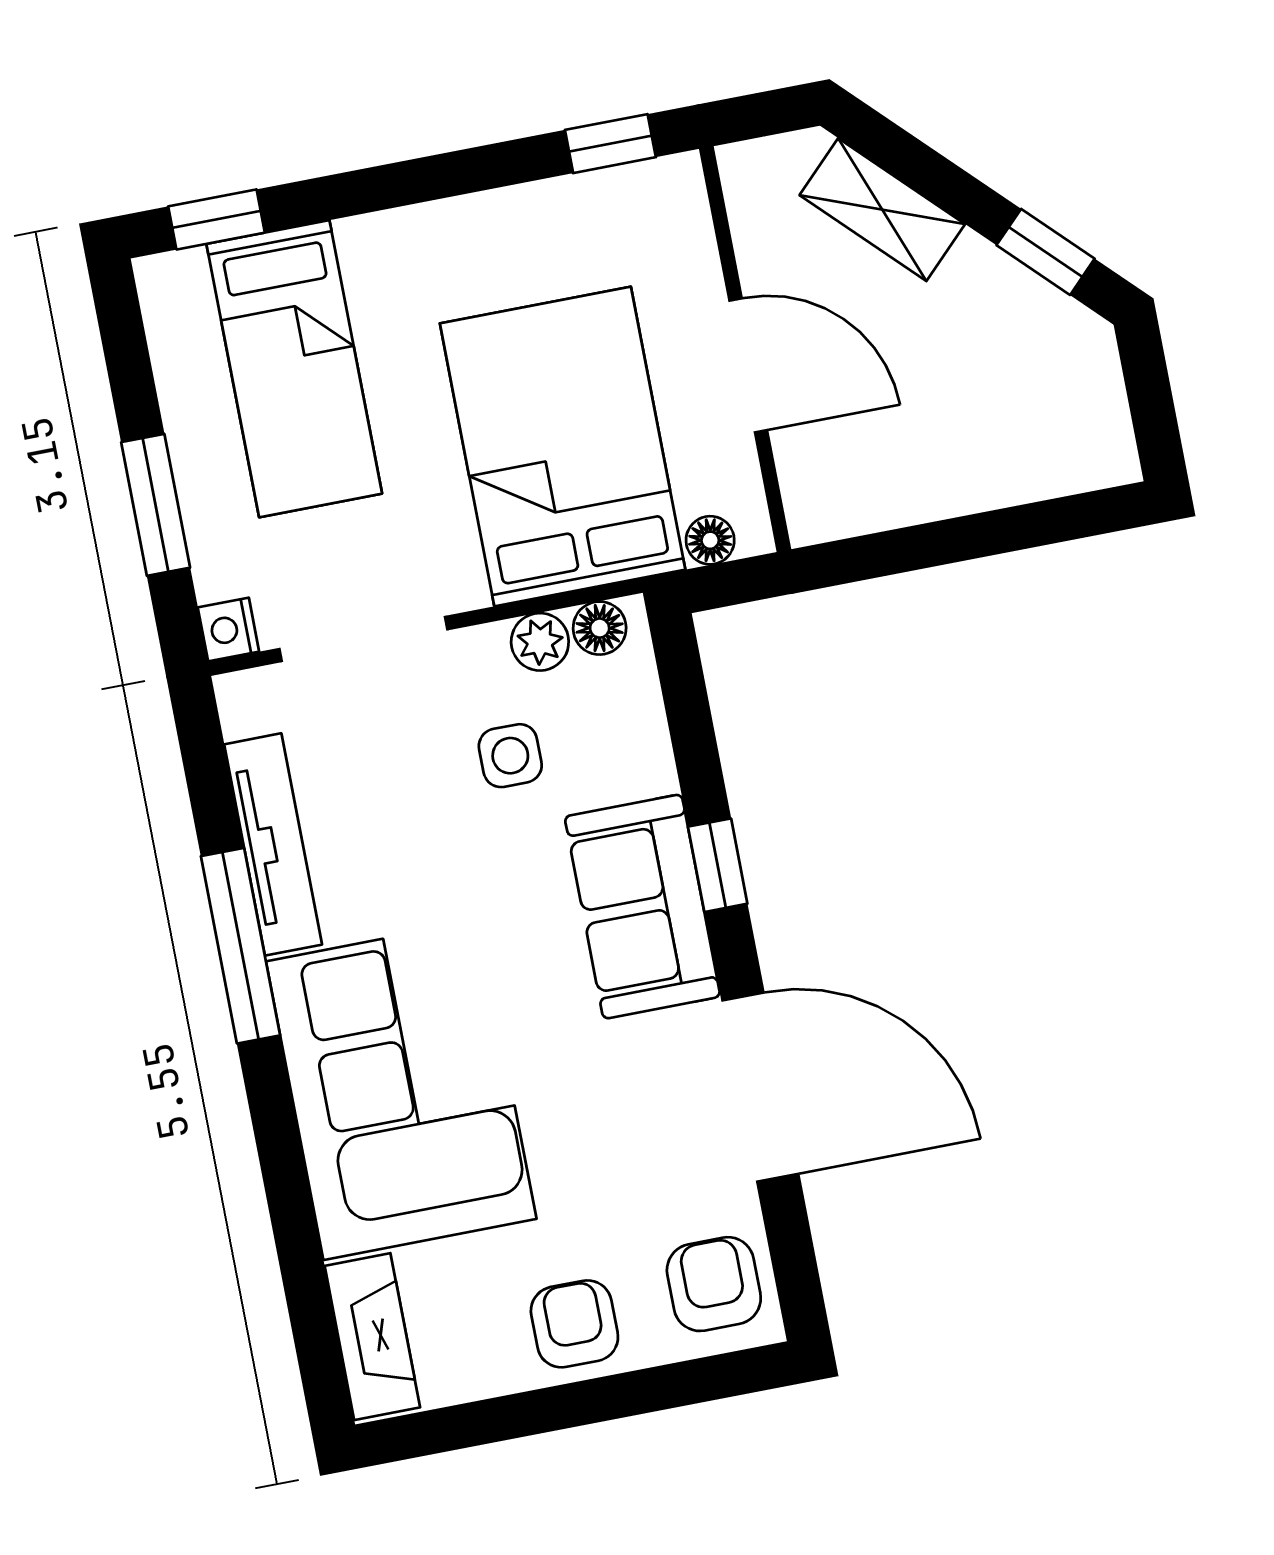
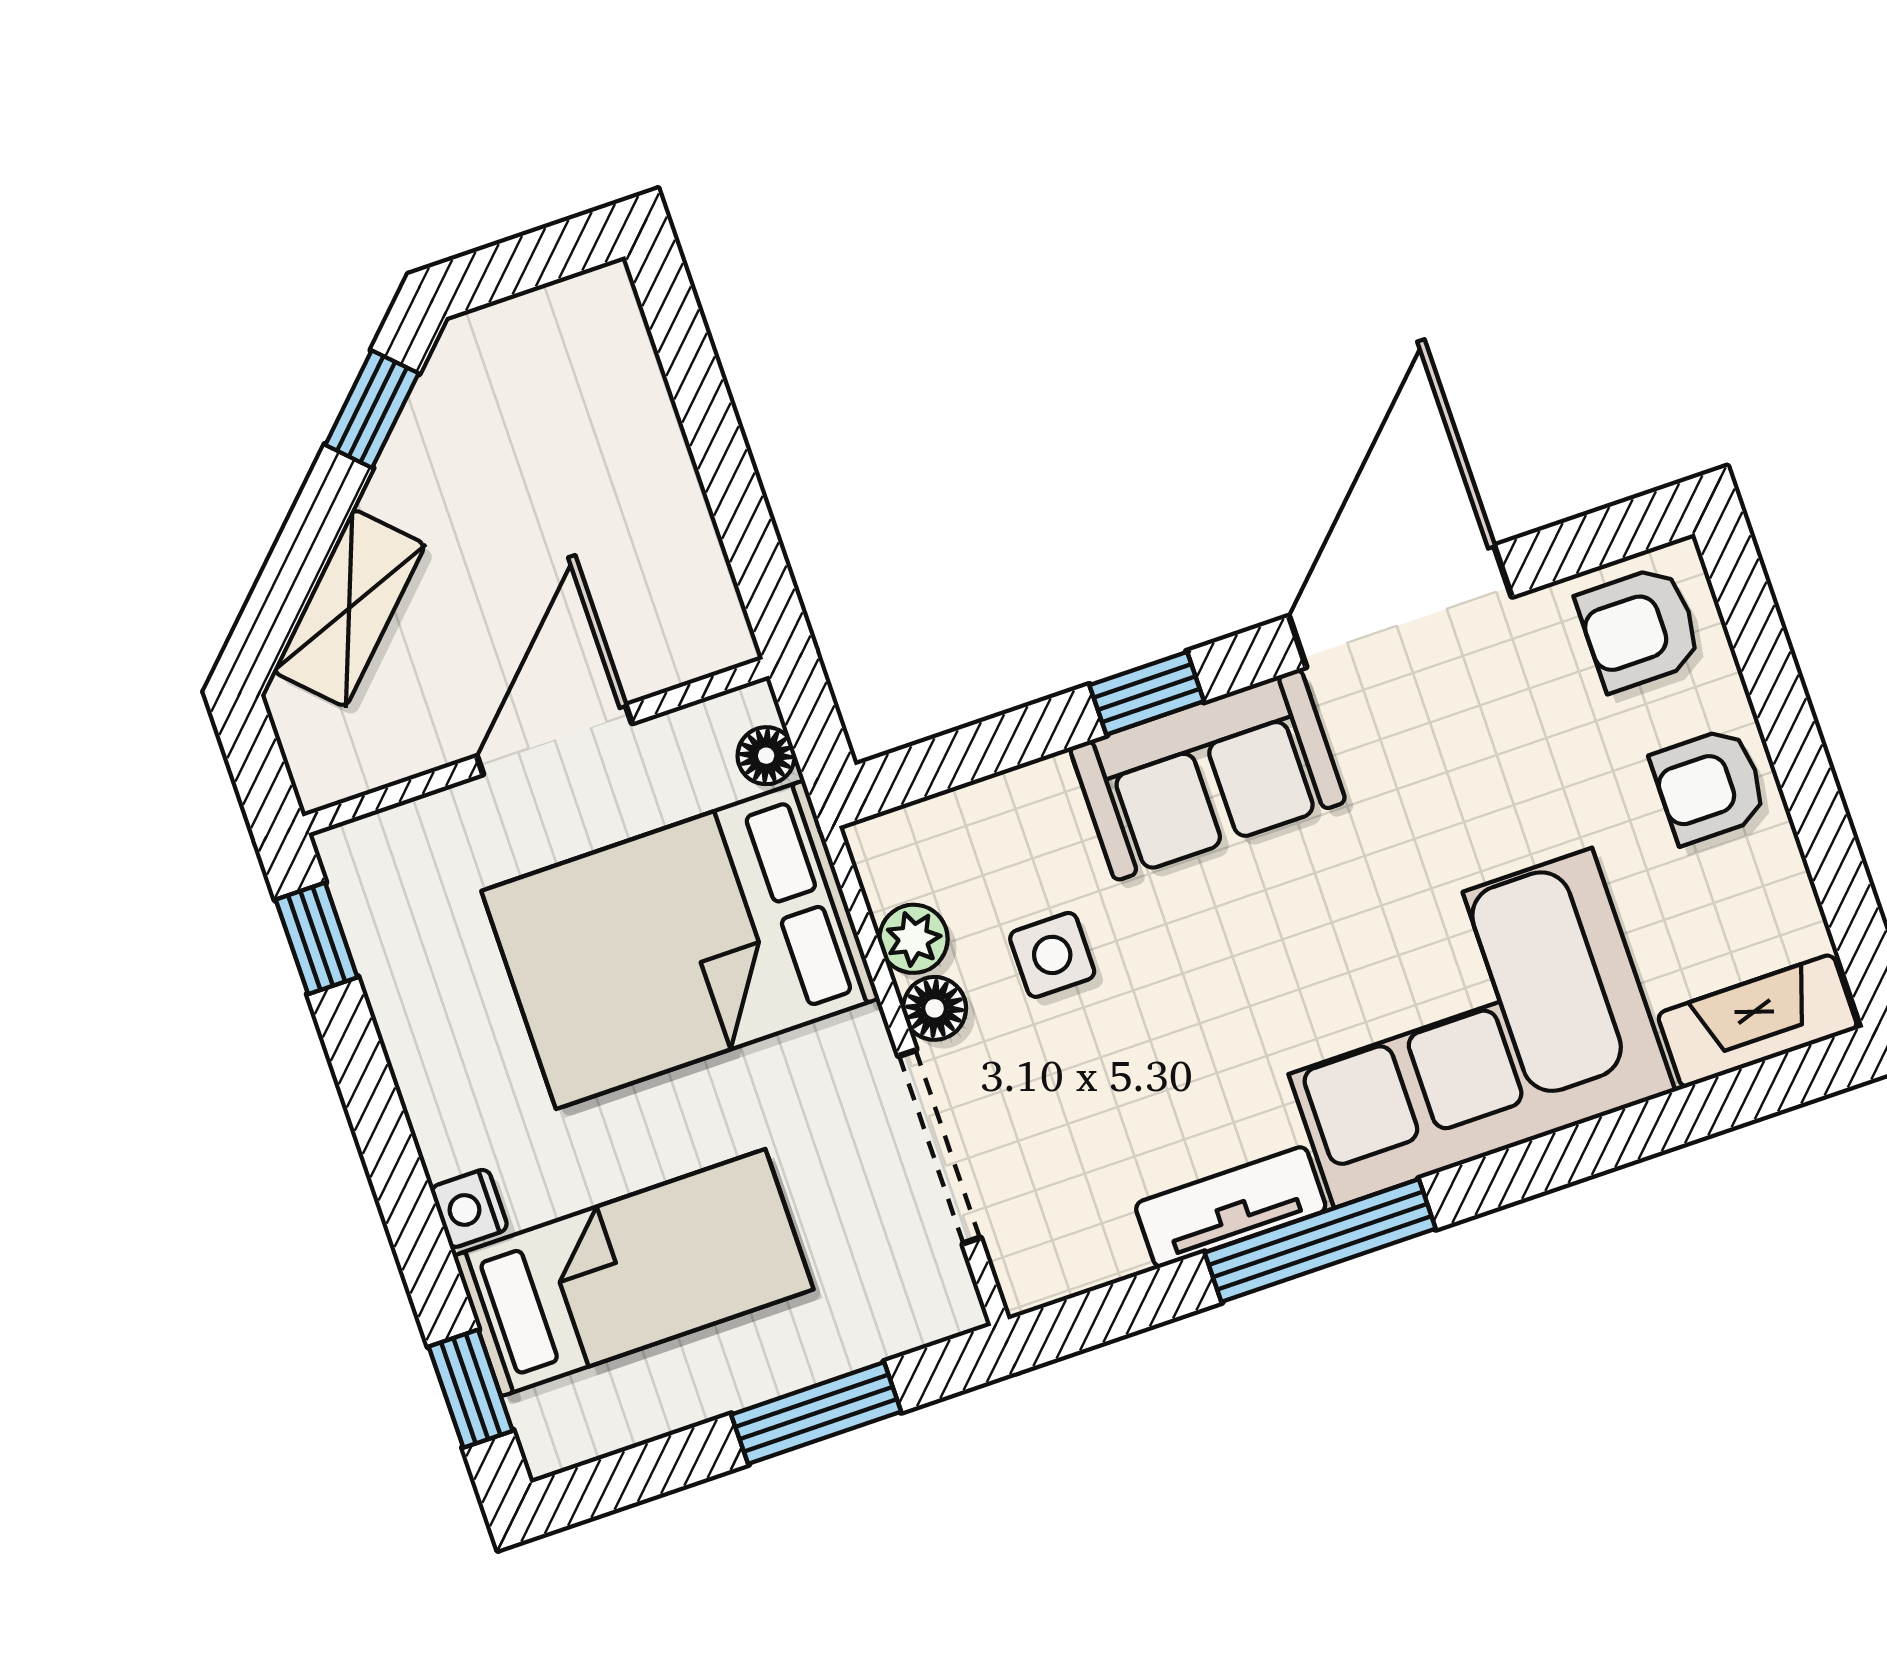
floor lamp: (600, 628) -> (935, 1008), moved
nightstand: (228, 630) -> (469, 1208), moved, turned 90
tv unit: (273, 844) -> (1231, 1207), width x0.71

